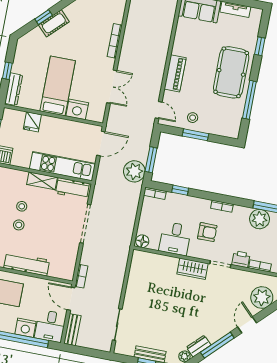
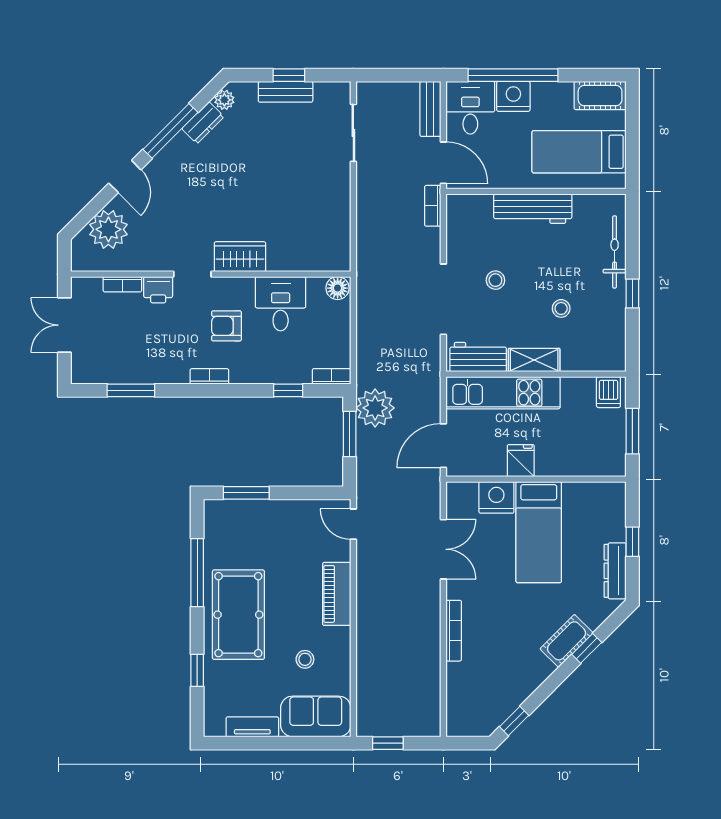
double door: (112, 87) -> (443, 549), swing flipped
dresser: (14, 89) -> (615, 571), moved
stool: (193, 118) -> (305, 659), moved
fridge: (32, 122) -> (521, 461), moved
window: (195, 135) -> (246, 493), moved
plant: (260, 219) -> (139, 367), removed
stool: (19, 225) -> (495, 280), moved

